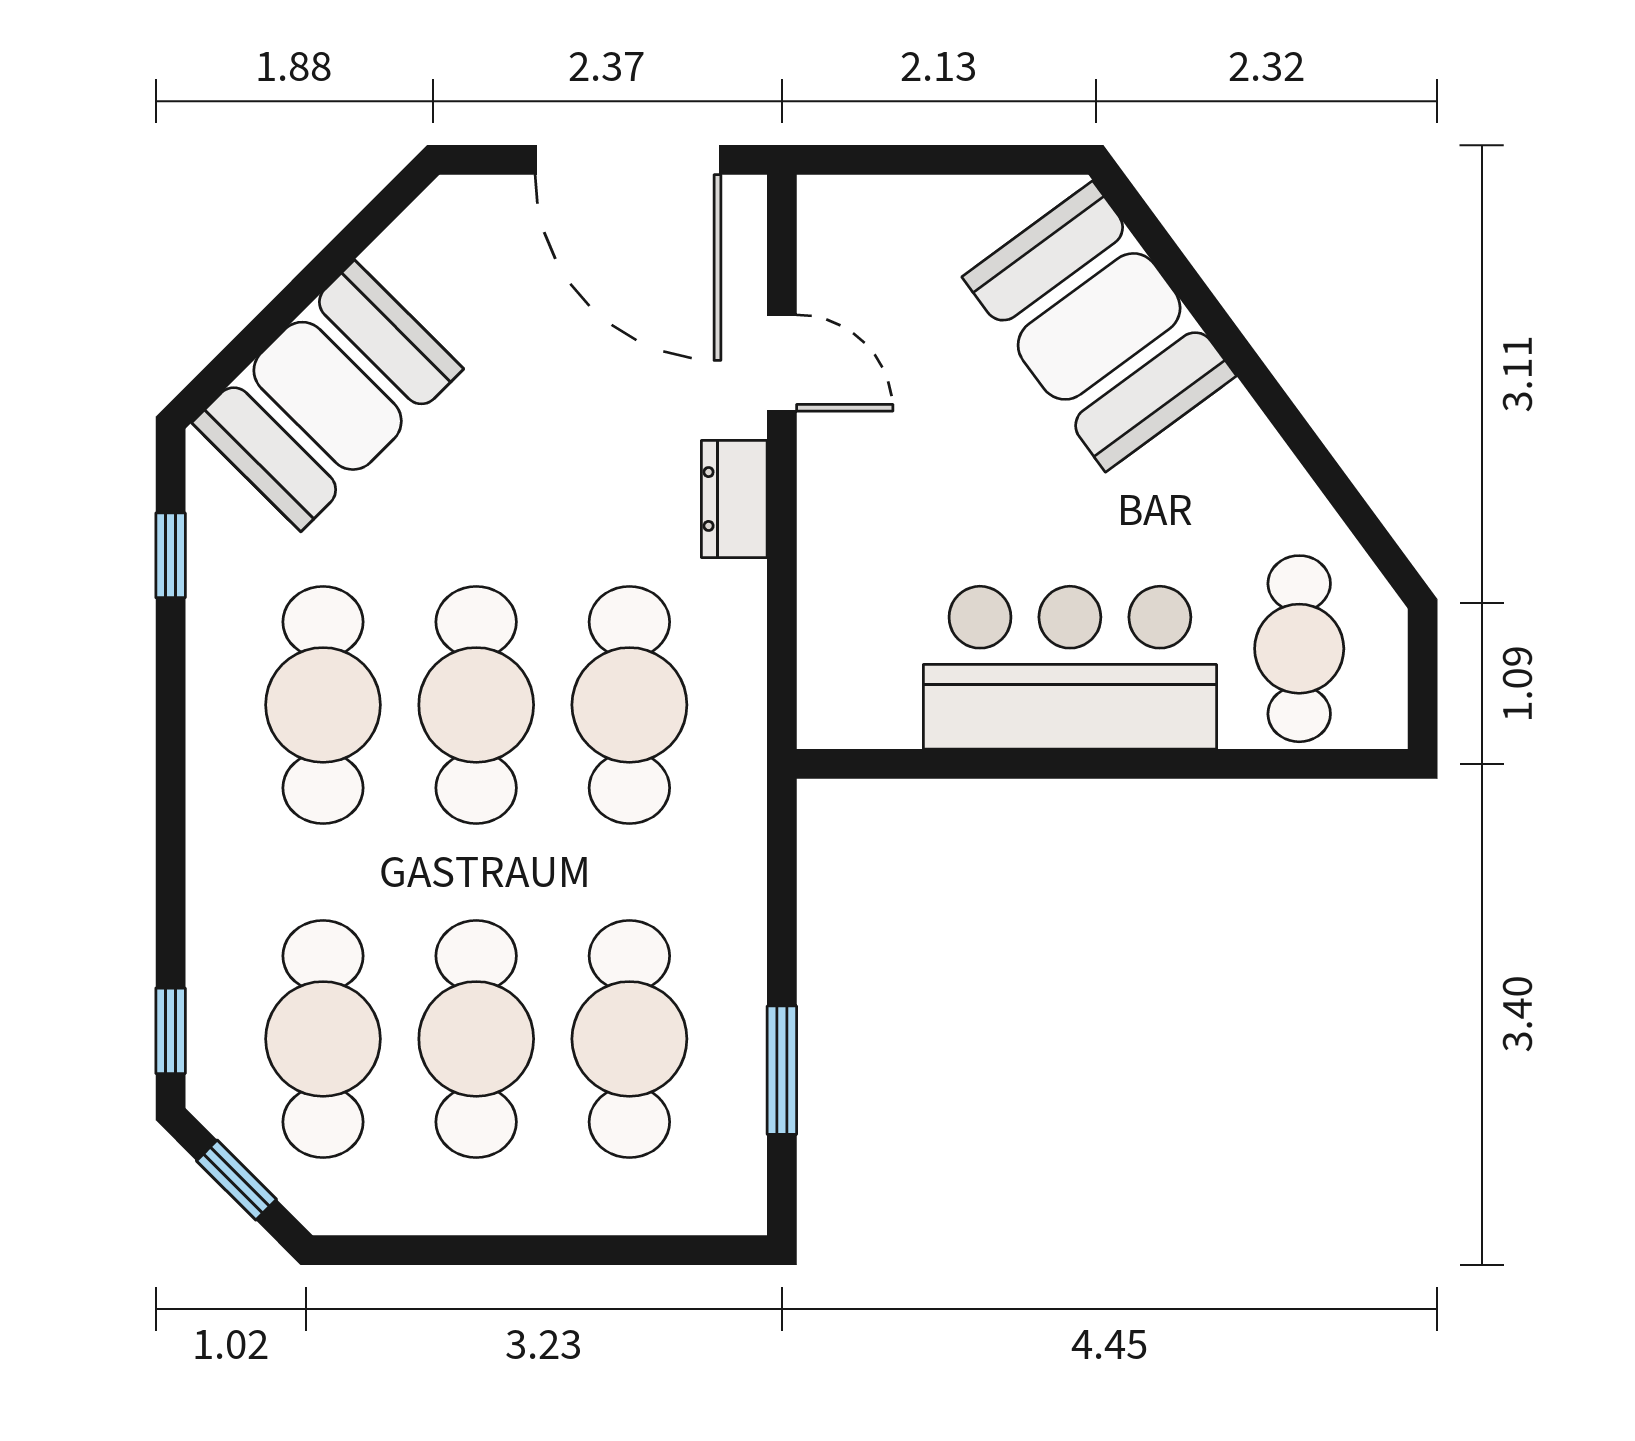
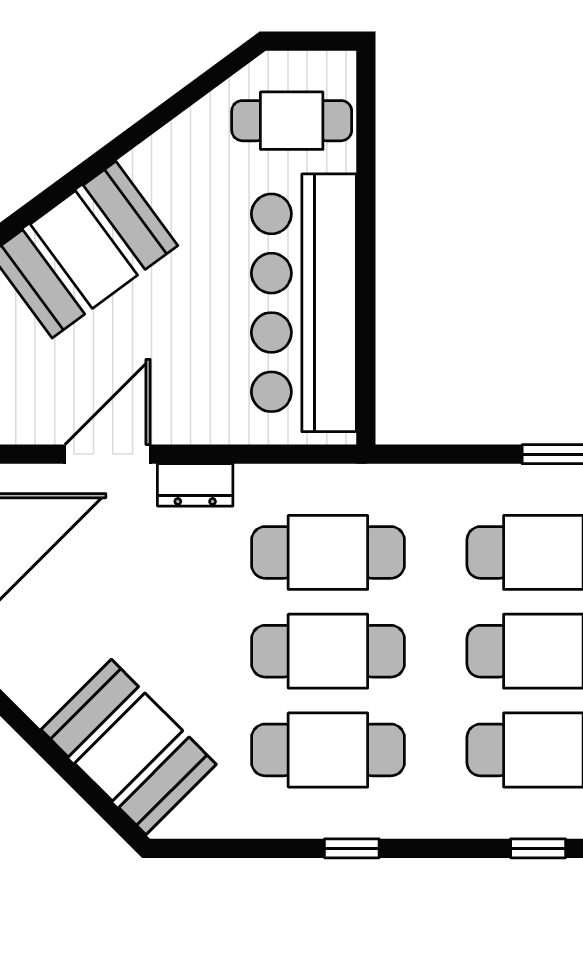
door: (782, 363) -> (107, 454), width x1.38
window: (171, 555) -> (352, 848), moved
bar counter: (1070, 668) -> (304, 303), width x1.36

